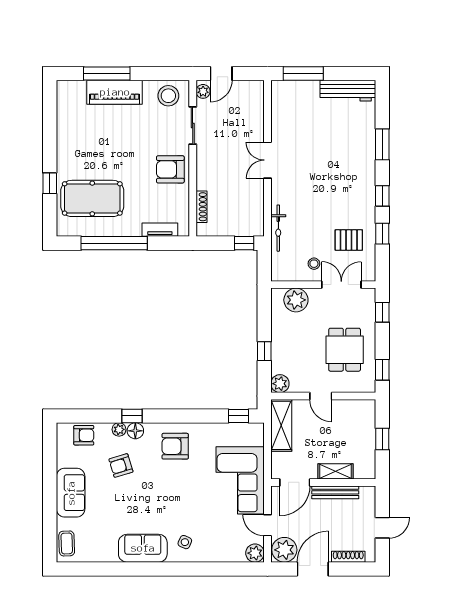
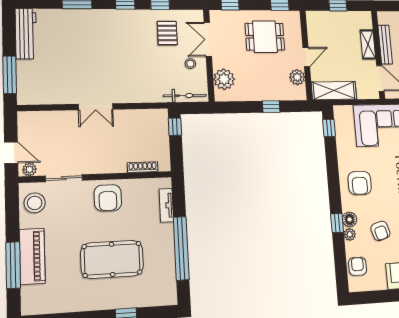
pool table: (92, 198) -> (112, 259), moved, turned 90
bicycle: (278, 228) -> (185, 96), moved
plant: (280, 384) -> (297, 77), moved

